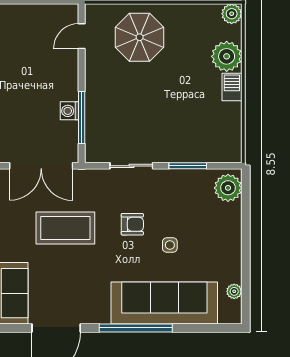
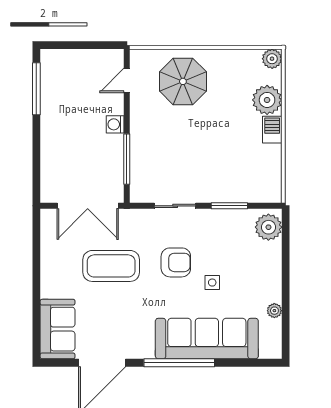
washing machine: (70, 111) -> (115, 124), moved
armchair: (132, 224) -> (176, 262), width x1.38, depth x1.38
plant: (234, 291) -> (274, 311), moved

